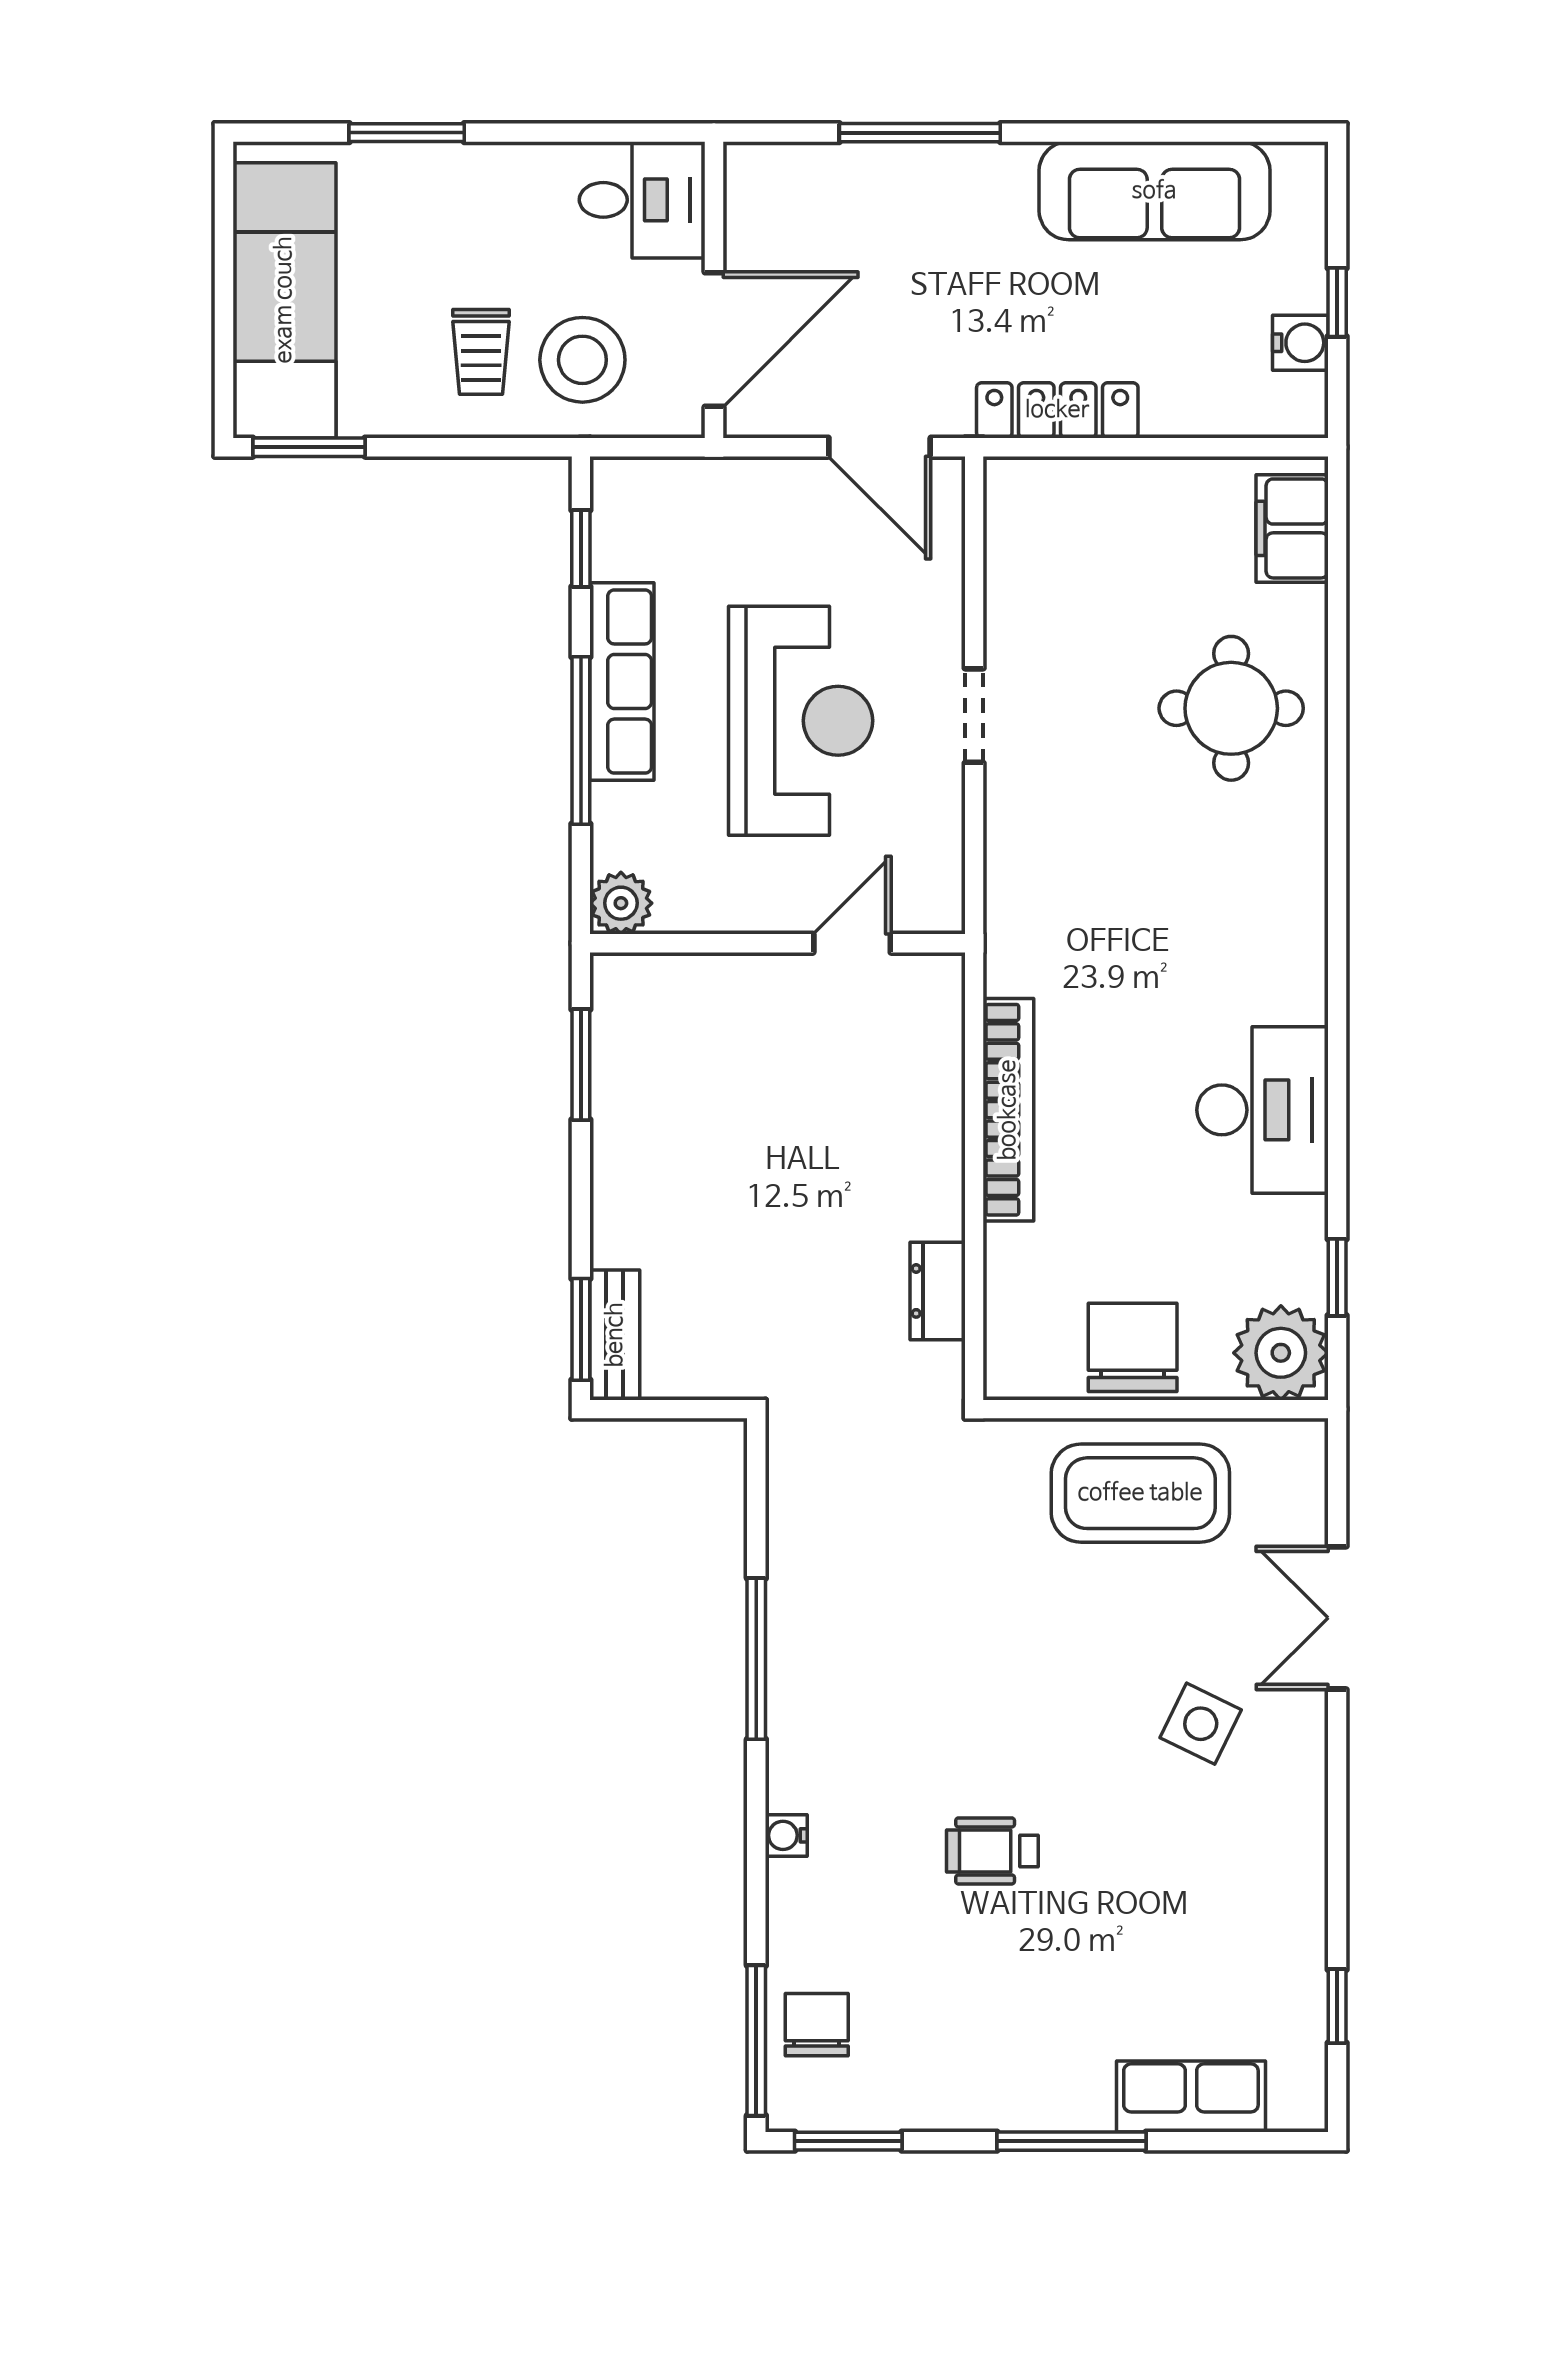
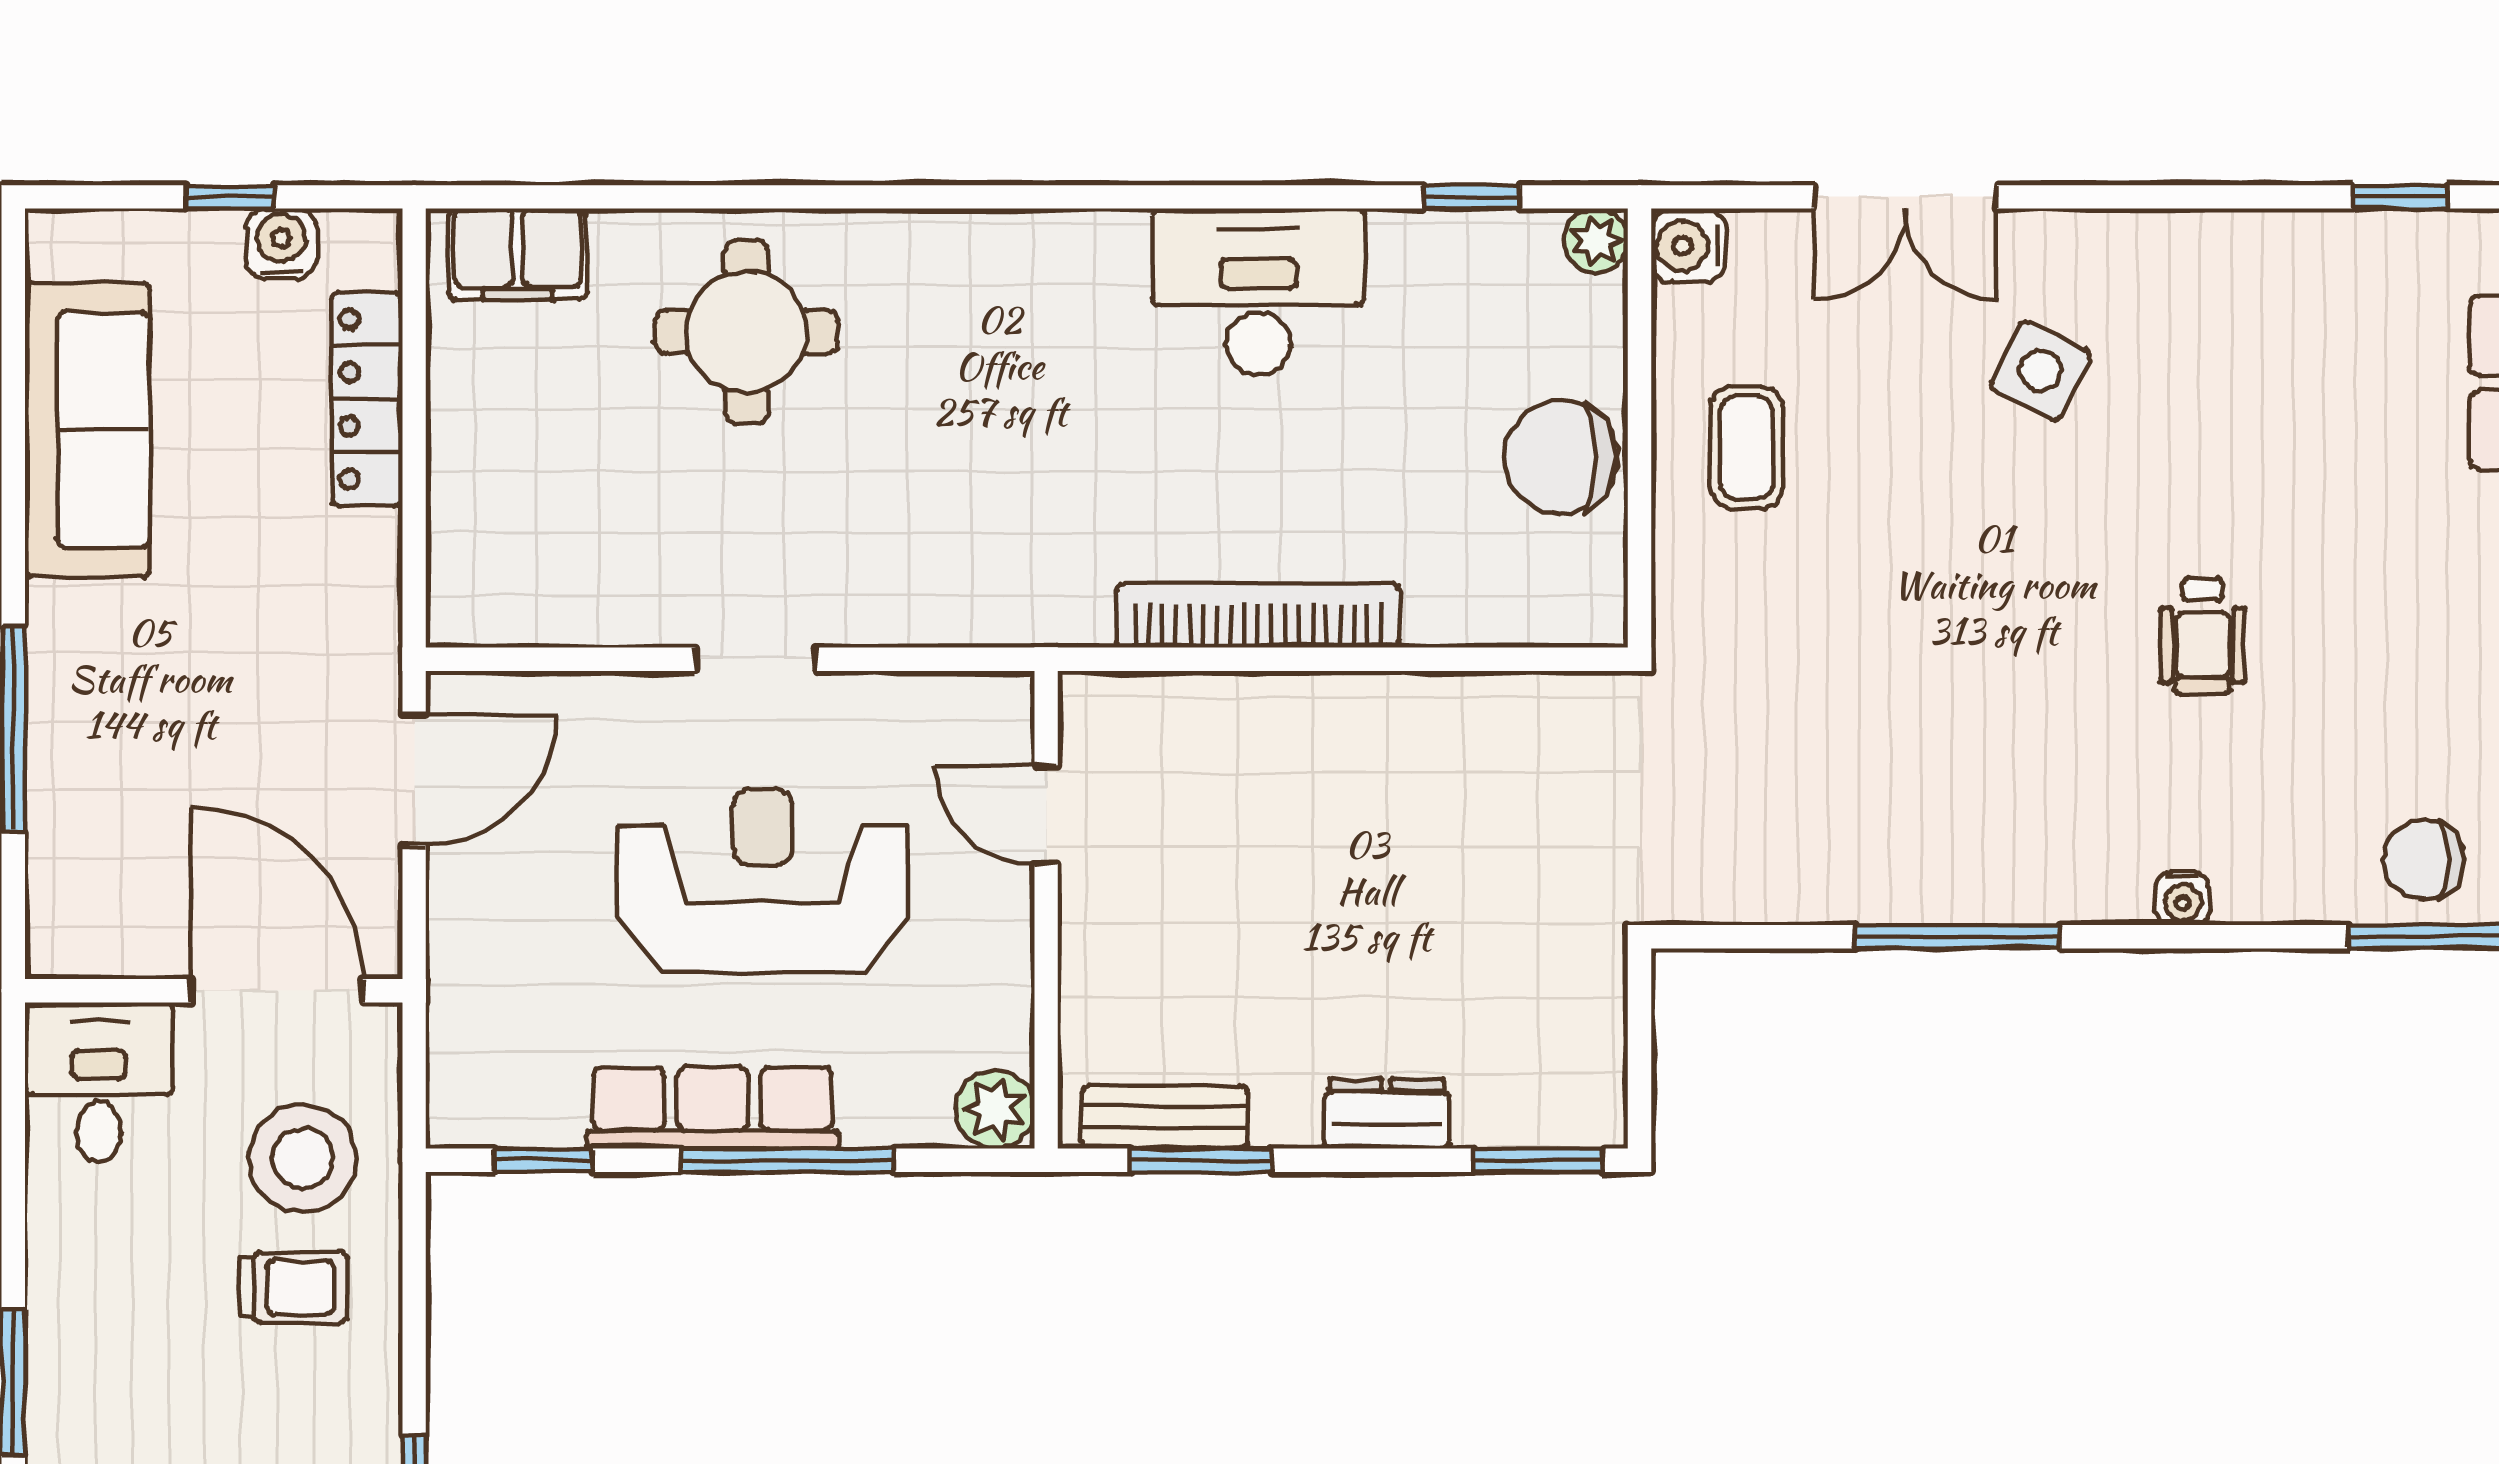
locker: (1057, 410) -> (367, 399), moved
dresser: (938, 1291) -> (1387, 1114), moved, turned 180
bench: (615, 1335) -> (1164, 1117), moved
plant: (1281, 1353) -> (1596, 241), width x0.53, depth x0.53
water cooler: (1299, 1447) -> (1688, 246), added
coffee table: (1140, 1493) -> (1747, 447), width x0.54, depth x0.58

